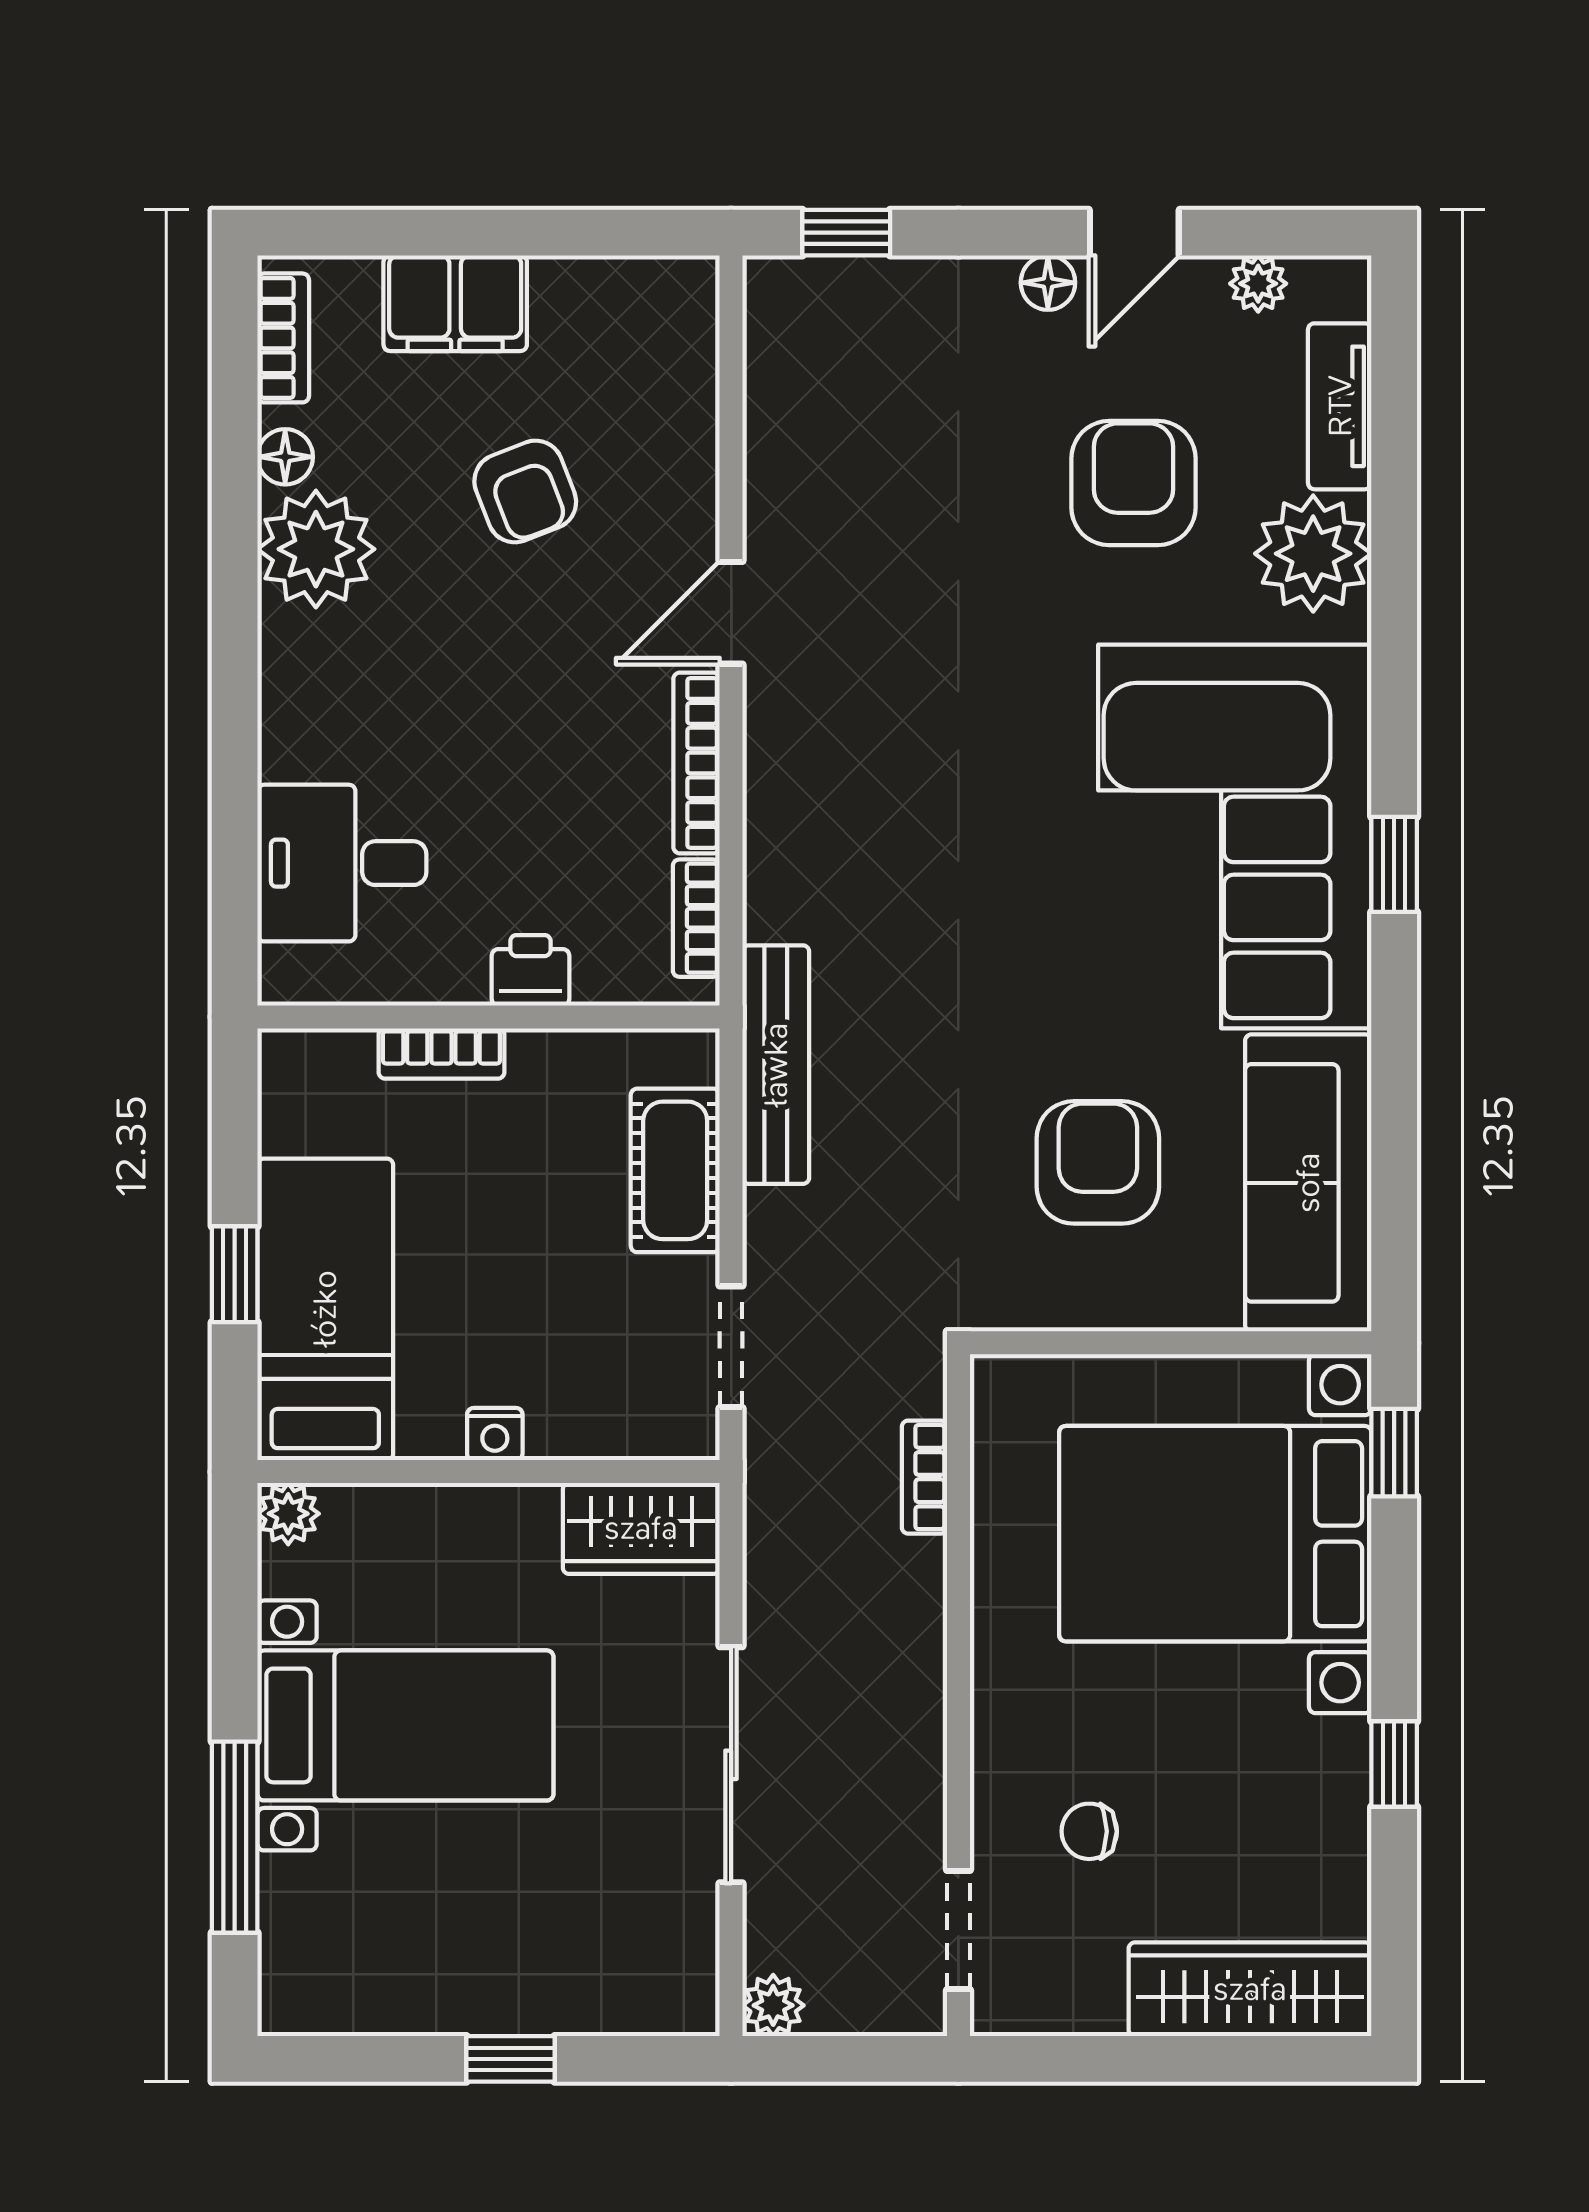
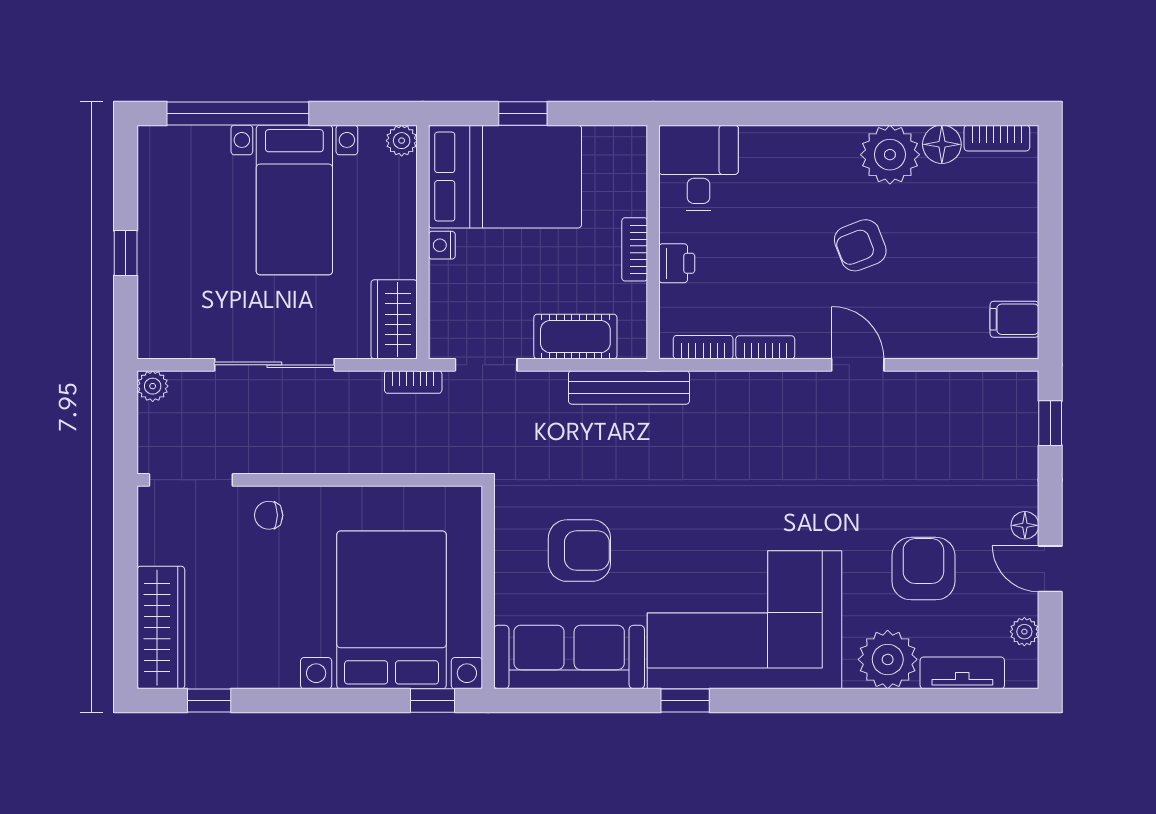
filing cabinet: (455, 303) -> (1014, 319), moved, width x0.50
floor lamp: (285, 457) -> (942, 144), width x1.37, depth x1.37
armchair: (1134, 483) -> (923, 569), turned -90
armchair: (525, 491) -> (860, 245), moved
bookcase: (697, 763) -> (765, 347), width x0.64
desk: (342, 863) -> (699, 168), moved
window: (1394, 864) -> (685, 700), moved
bookcase: (441, 1053) -> (635, 249), moved
bed: (325, 1309) -> (505, 177), width x1.50
bookcase: (924, 1477) -> (413, 382), moved, turned 180
window: (1394, 1764) -> (209, 700), moved
chair: (1089, 1831) -> (269, 515), moved, turned -90
window: (235, 1837) -> (238, 113), width x1.46
doorway: (958, 1930) -> (191, 480), width x1.38

